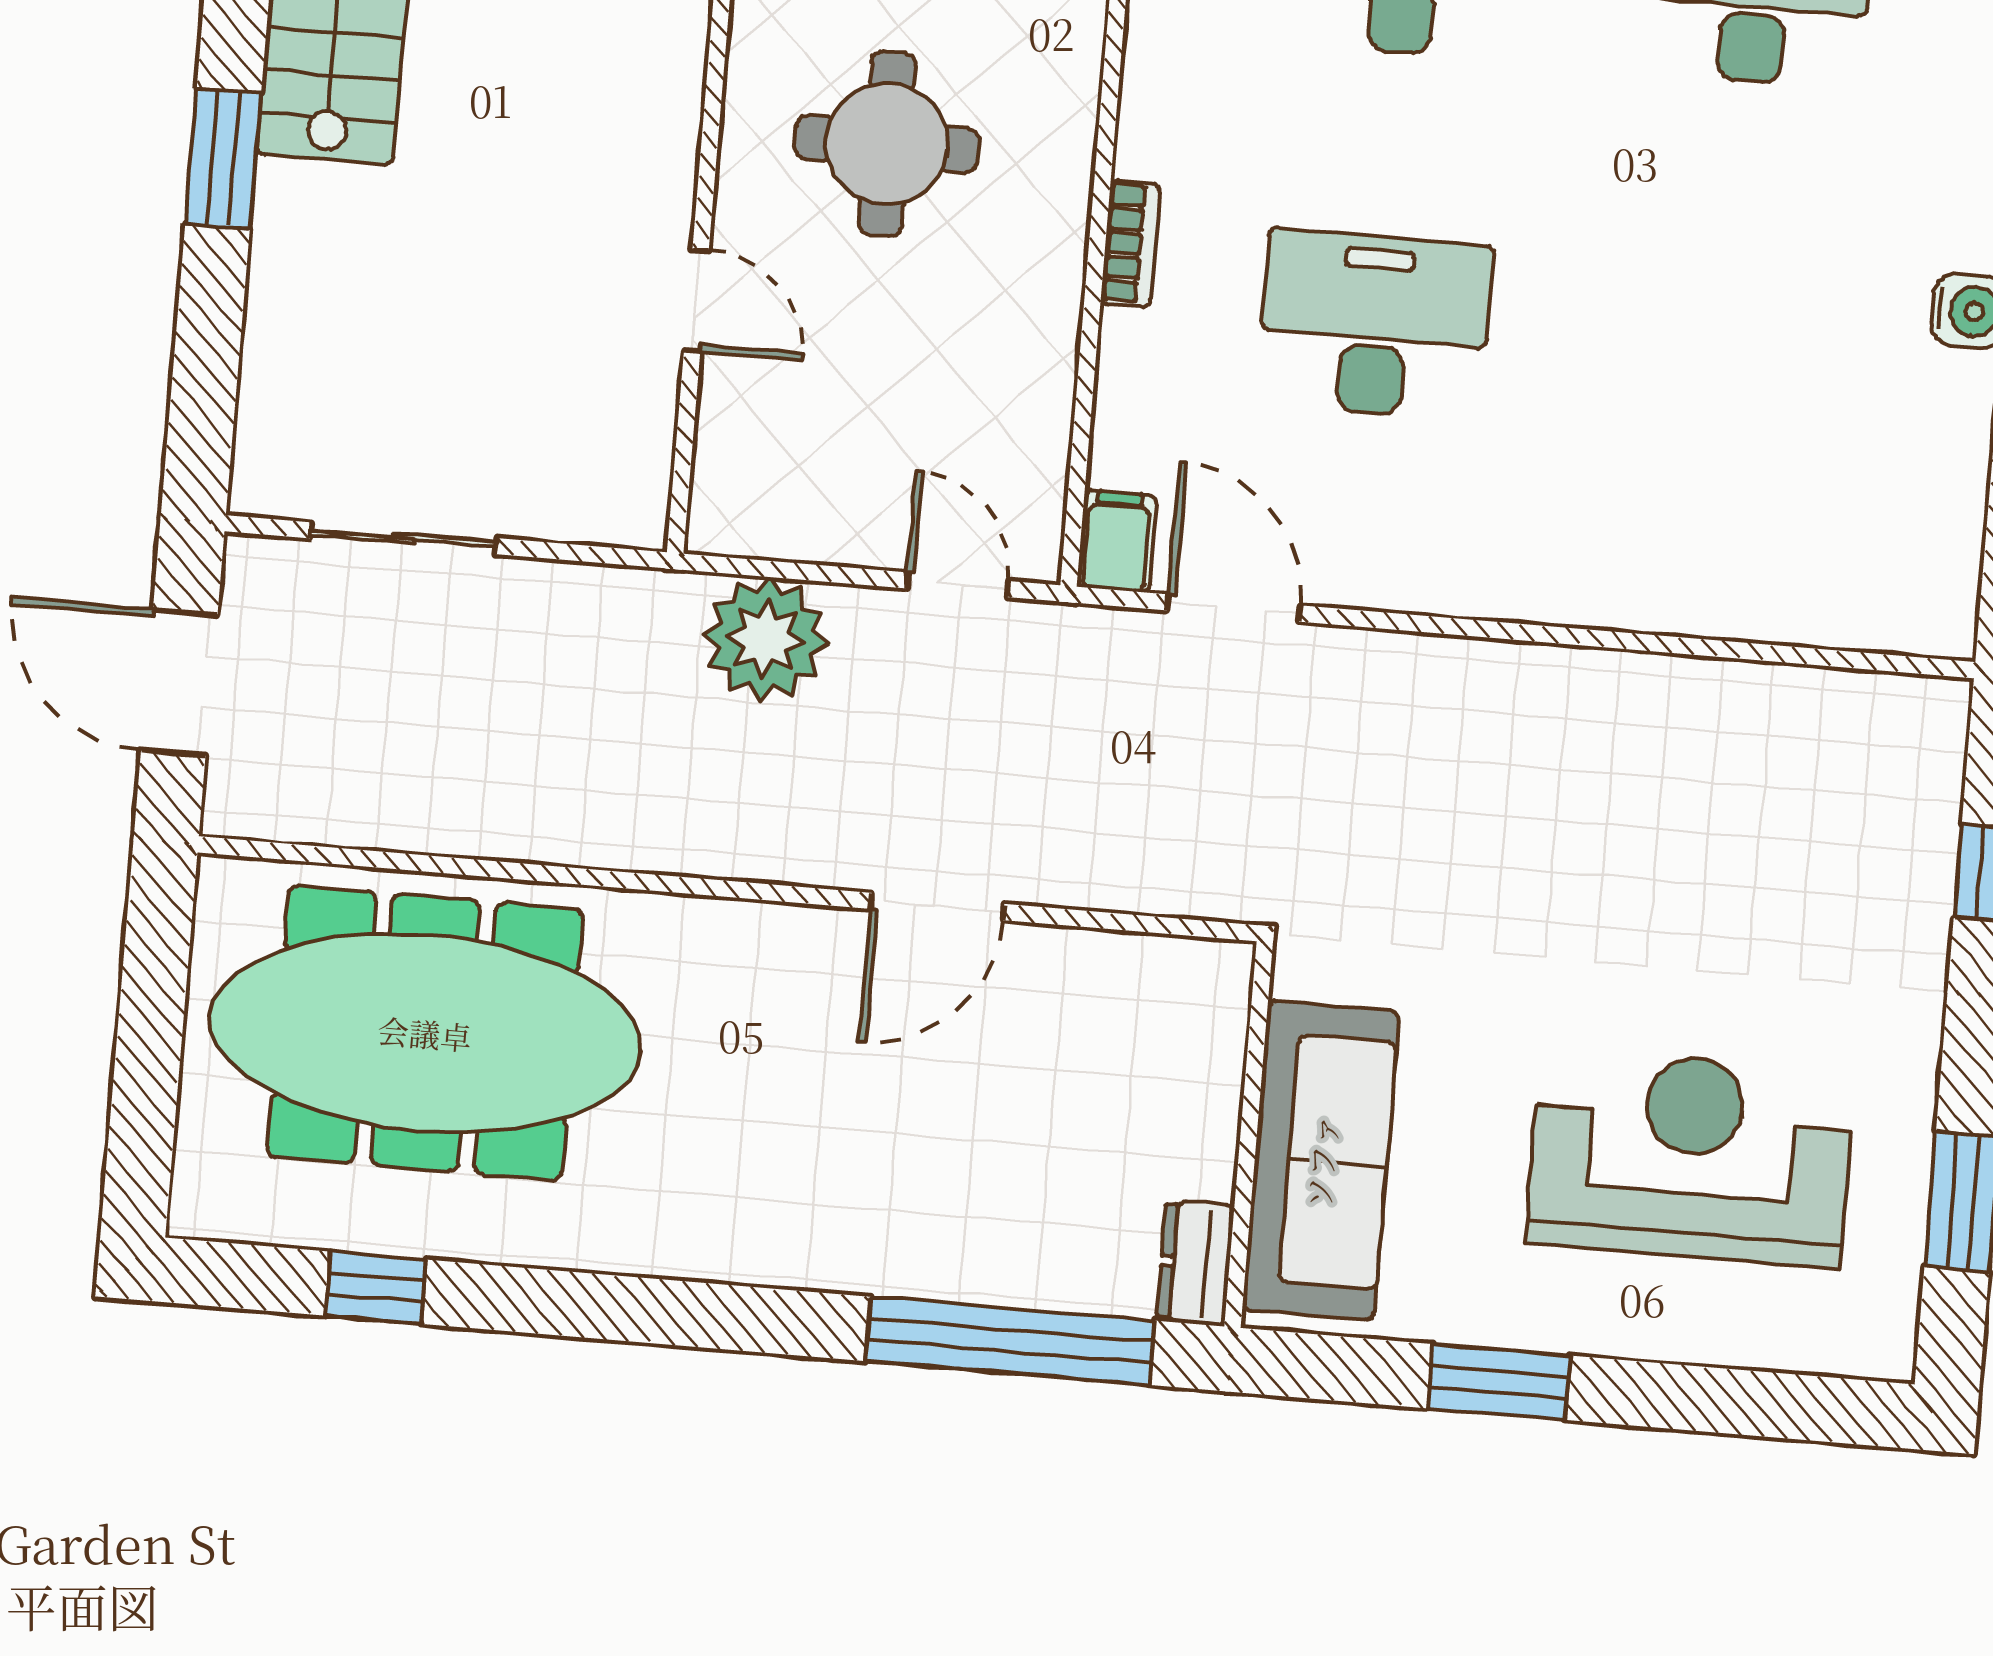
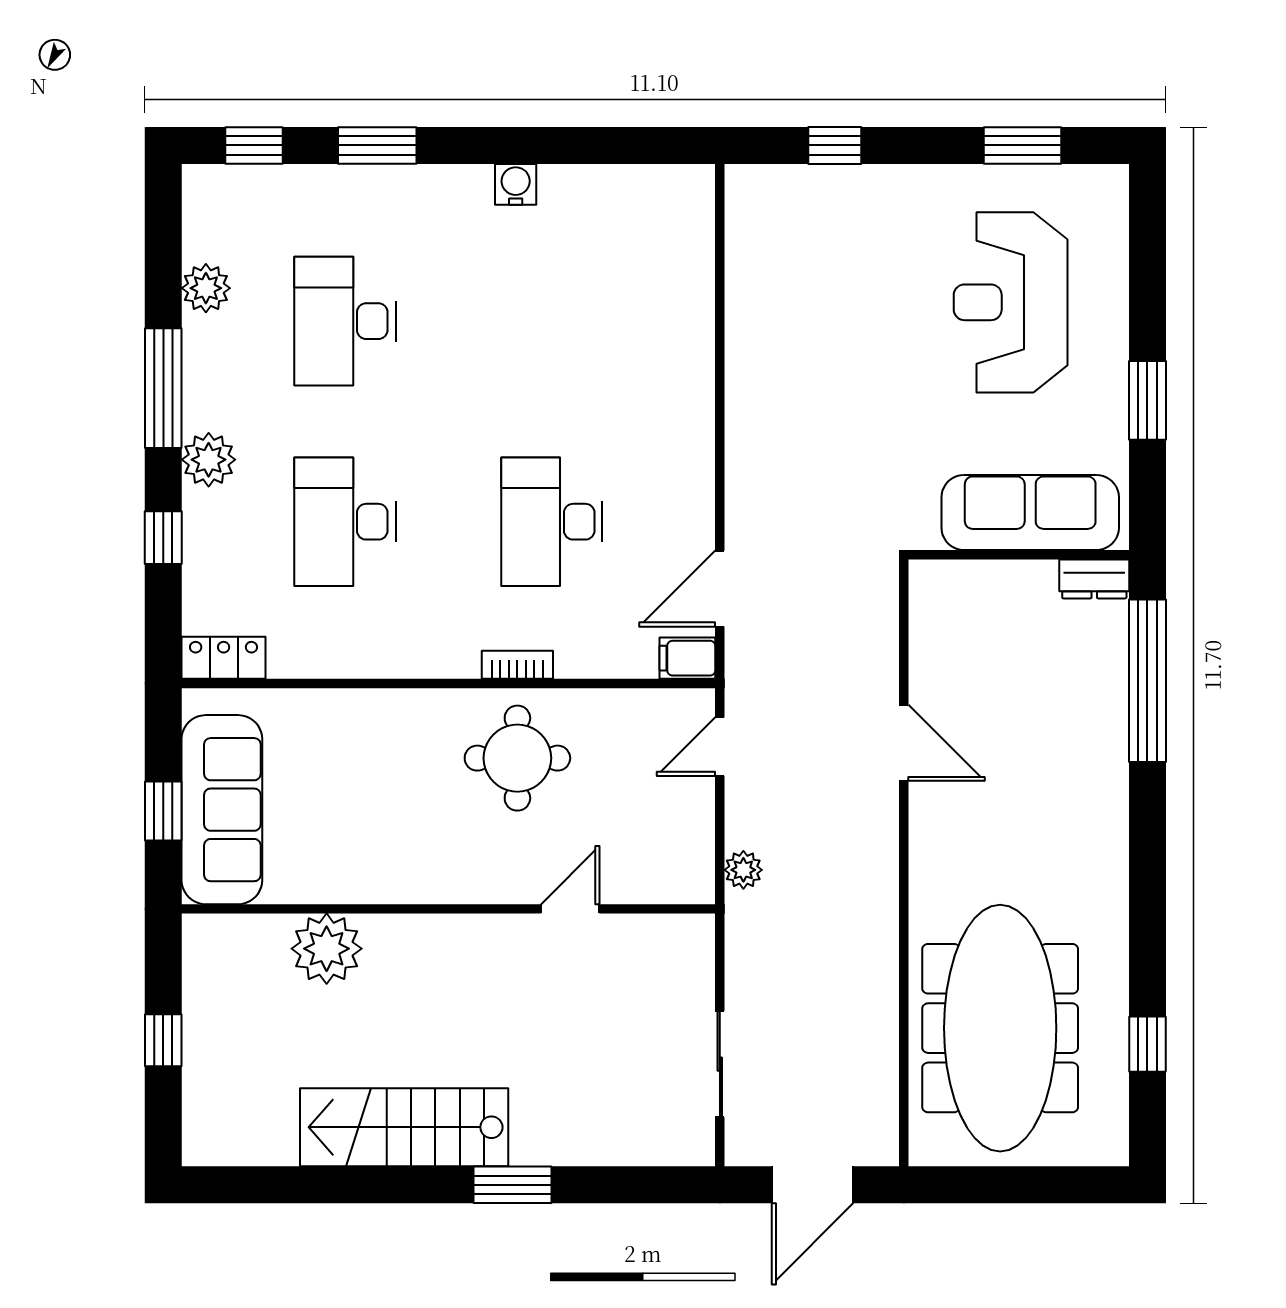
round table: (887, 144) -> (517, 758), moved
plant: (766, 639) -> (743, 870), width x0.53, depth x0.53

